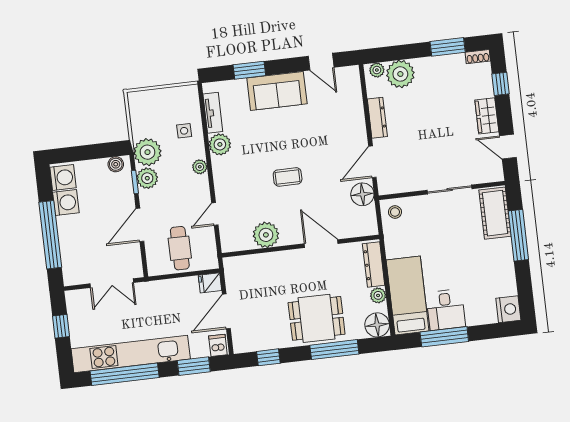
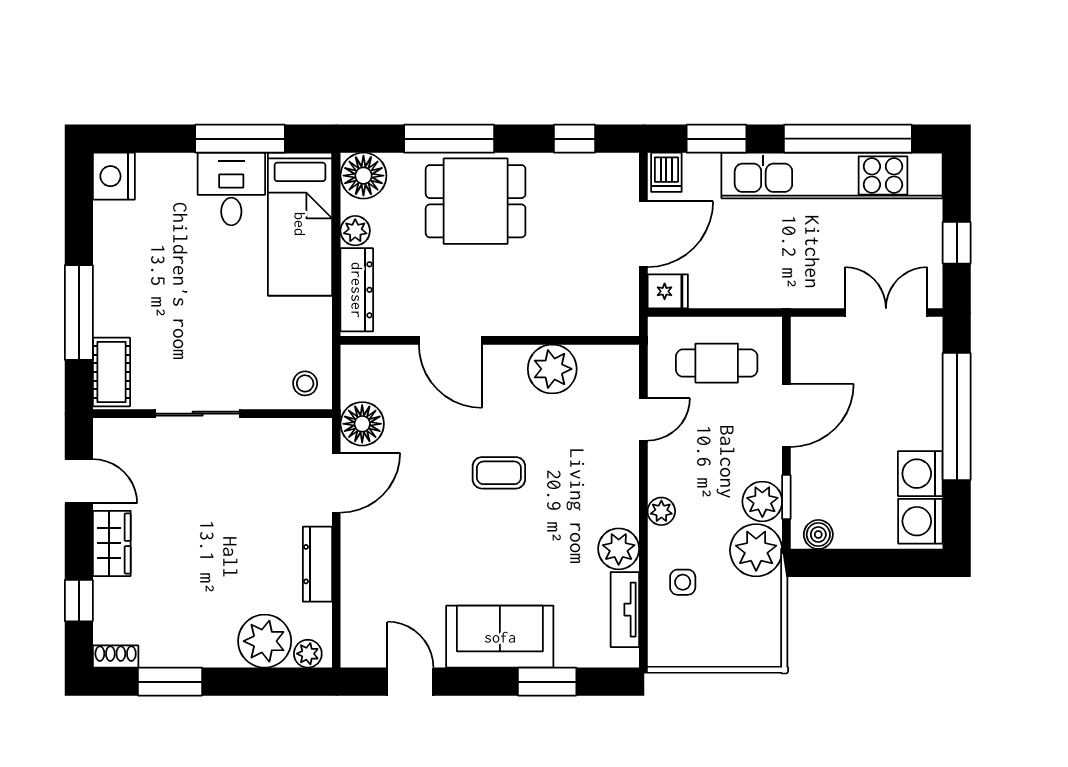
cot: (495, 213) -> (111, 372), width x0.73, depth x0.75
cafe table: (180, 248) -> (717, 363), turned 90
double door: (112, 283) -> (886, 312), moved

